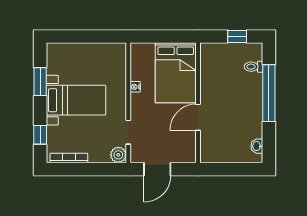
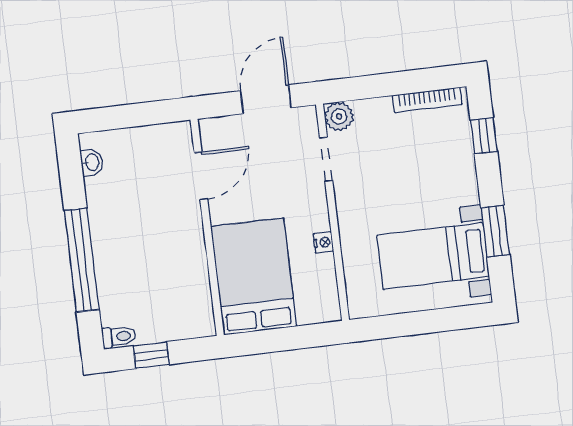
toilet: (254, 67) -> (119, 337), moved
bed with nightstands: (76, 100) -> (433, 256), moved
door: (198, 117) -> (201, 176), moved

